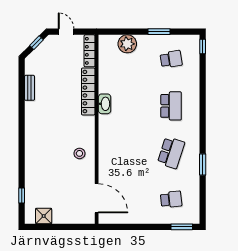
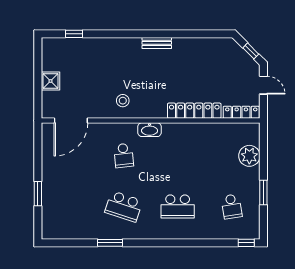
door: (66, 32) -> (263, 85), hinge flipped
bench: (30, 88) -> (157, 43), moved
washbasin: (105, 104) -> (150, 130), moved
school desk: (171, 199) -> (124, 155), moved
shower: (44, 216) -> (50, 81), moved
window: (182, 227) -> (38, 194), moved

